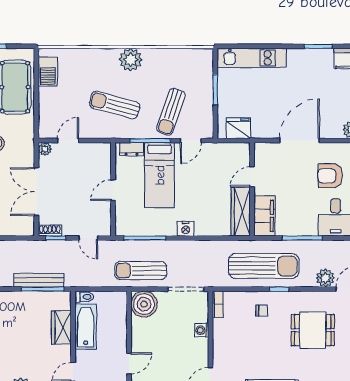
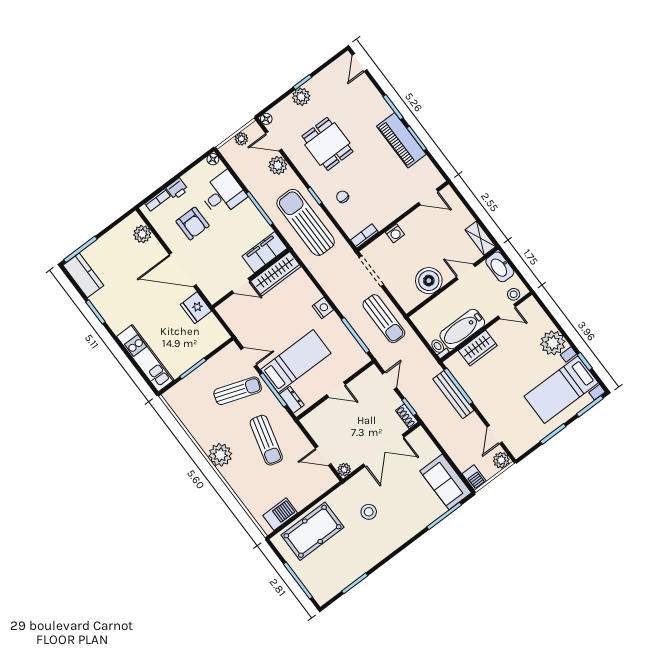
fridge: (239, 128) -> (196, 308), moved
boiler: (144, 304) -> (429, 281), moved

